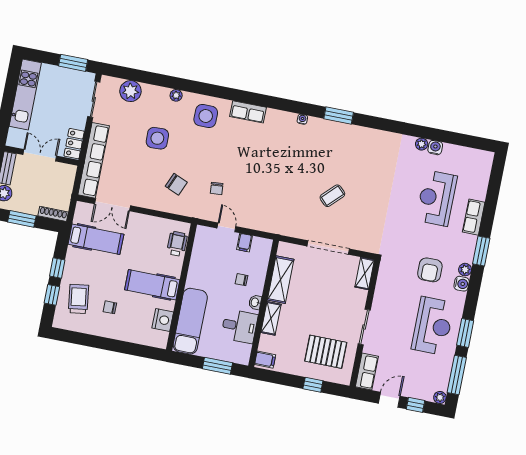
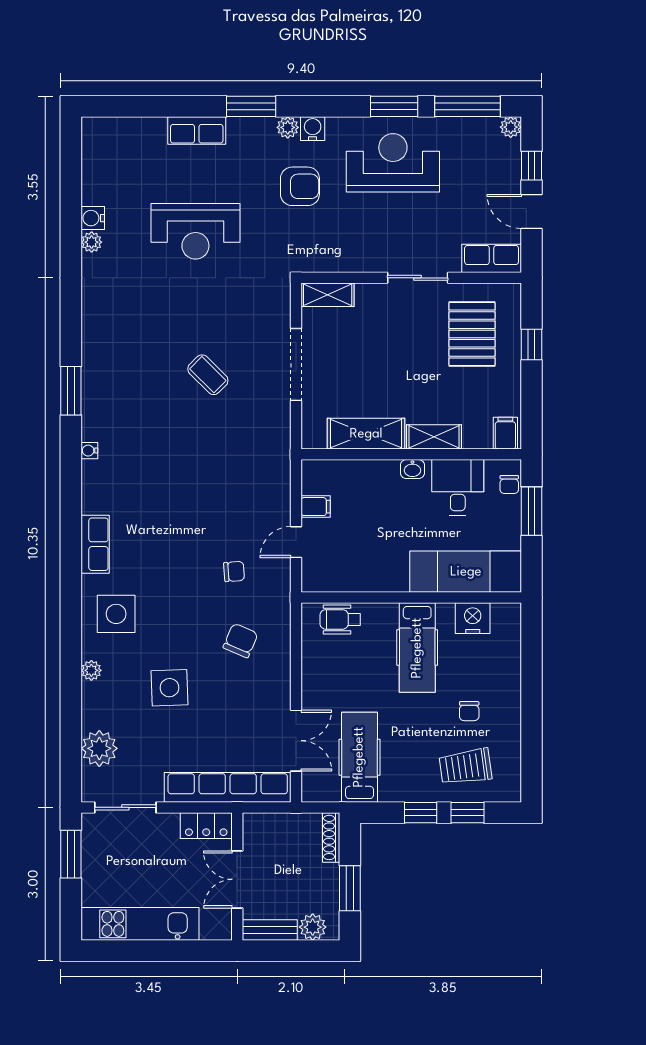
reception desk: (436, 198) -> (195, 231), moved
chair: (241, 280) -> (509, 485), moved

